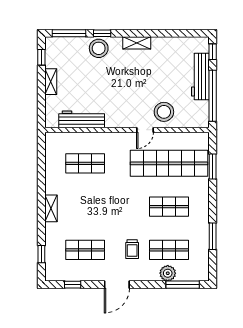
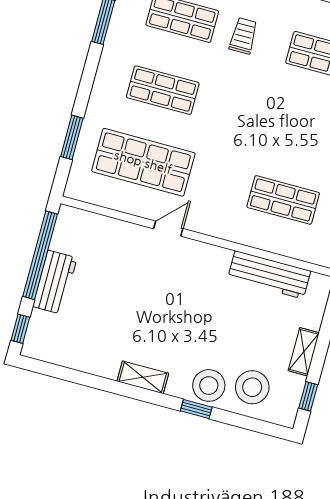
window: (69, 33) -> (251, 424), removed
workbench: (200, 77) -> (55, 282), width x0.73
stool: (164, 112) -> (252, 387), moved
shop shelf: (169, 163) -> (143, 162), width x0.71

